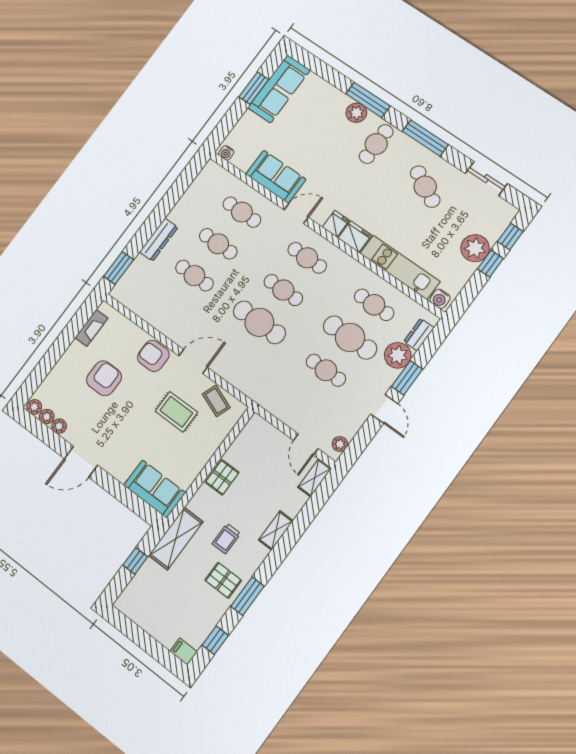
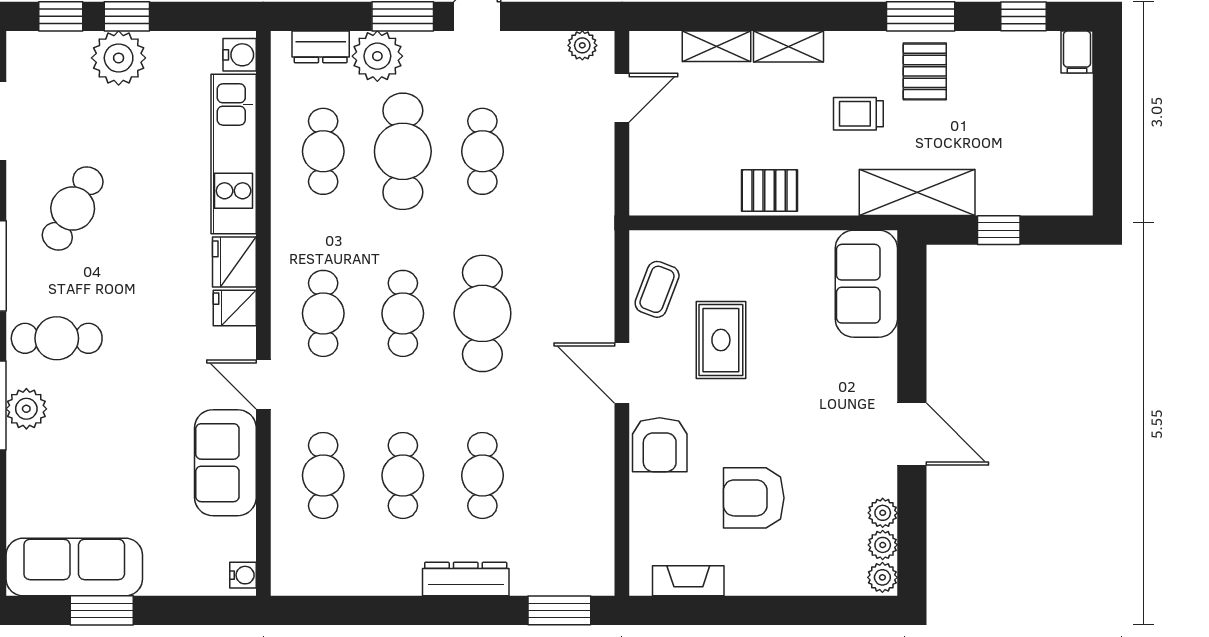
shelving: (315, 478) -> (717, 46), moved
trolley: (226, 539) -> (858, 114), turned 180

